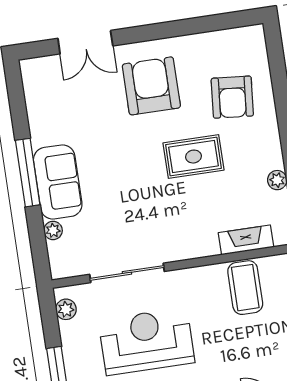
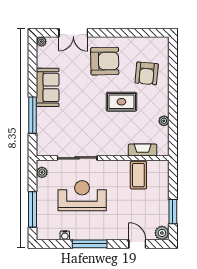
armchair: (151, 86) -> (105, 61), turned 89
window: (28, 173) -> (33, 115), moved
sofa: (58, 182) -> (48, 87), moved
plant: (53, 230) -> (41, 42), moved

